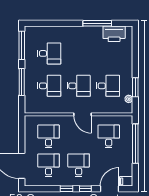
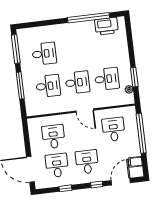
window: (97, 23) -> (89, 18), width x1.46
filing cabinet: (126, 181) -> (135, 162), moved
window: (67, 189) -> (65, 188), moved

